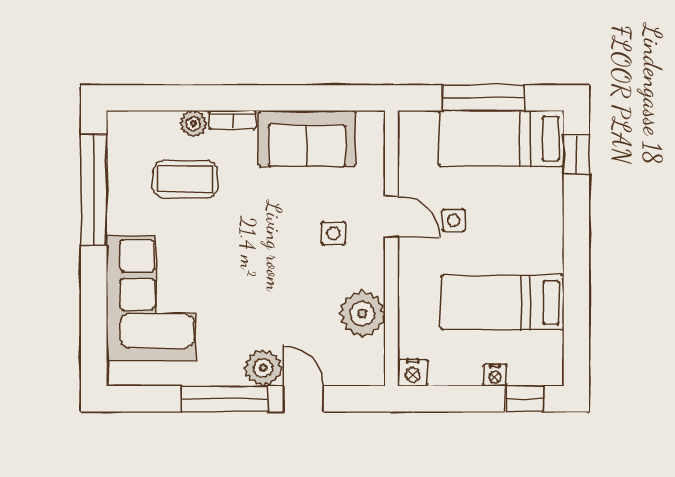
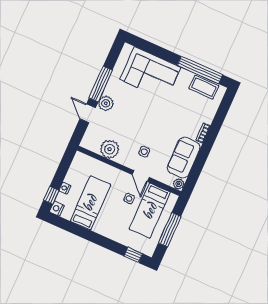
plant: (193, 124) -> (179, 184), moved
bed: (501, 139) -> (150, 211), moved, turned 180
coffee table: (185, 179) -> (204, 87), moved, turned 90
door: (391, 216) -> (141, 176), hinge flipped
nightstand: (413, 373) -> (57, 209), moved
door: (303, 399) -> (88, 113), swing flipped

